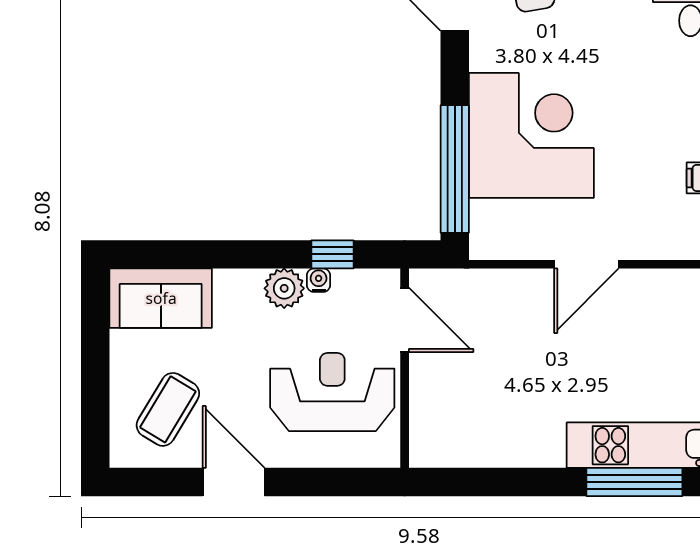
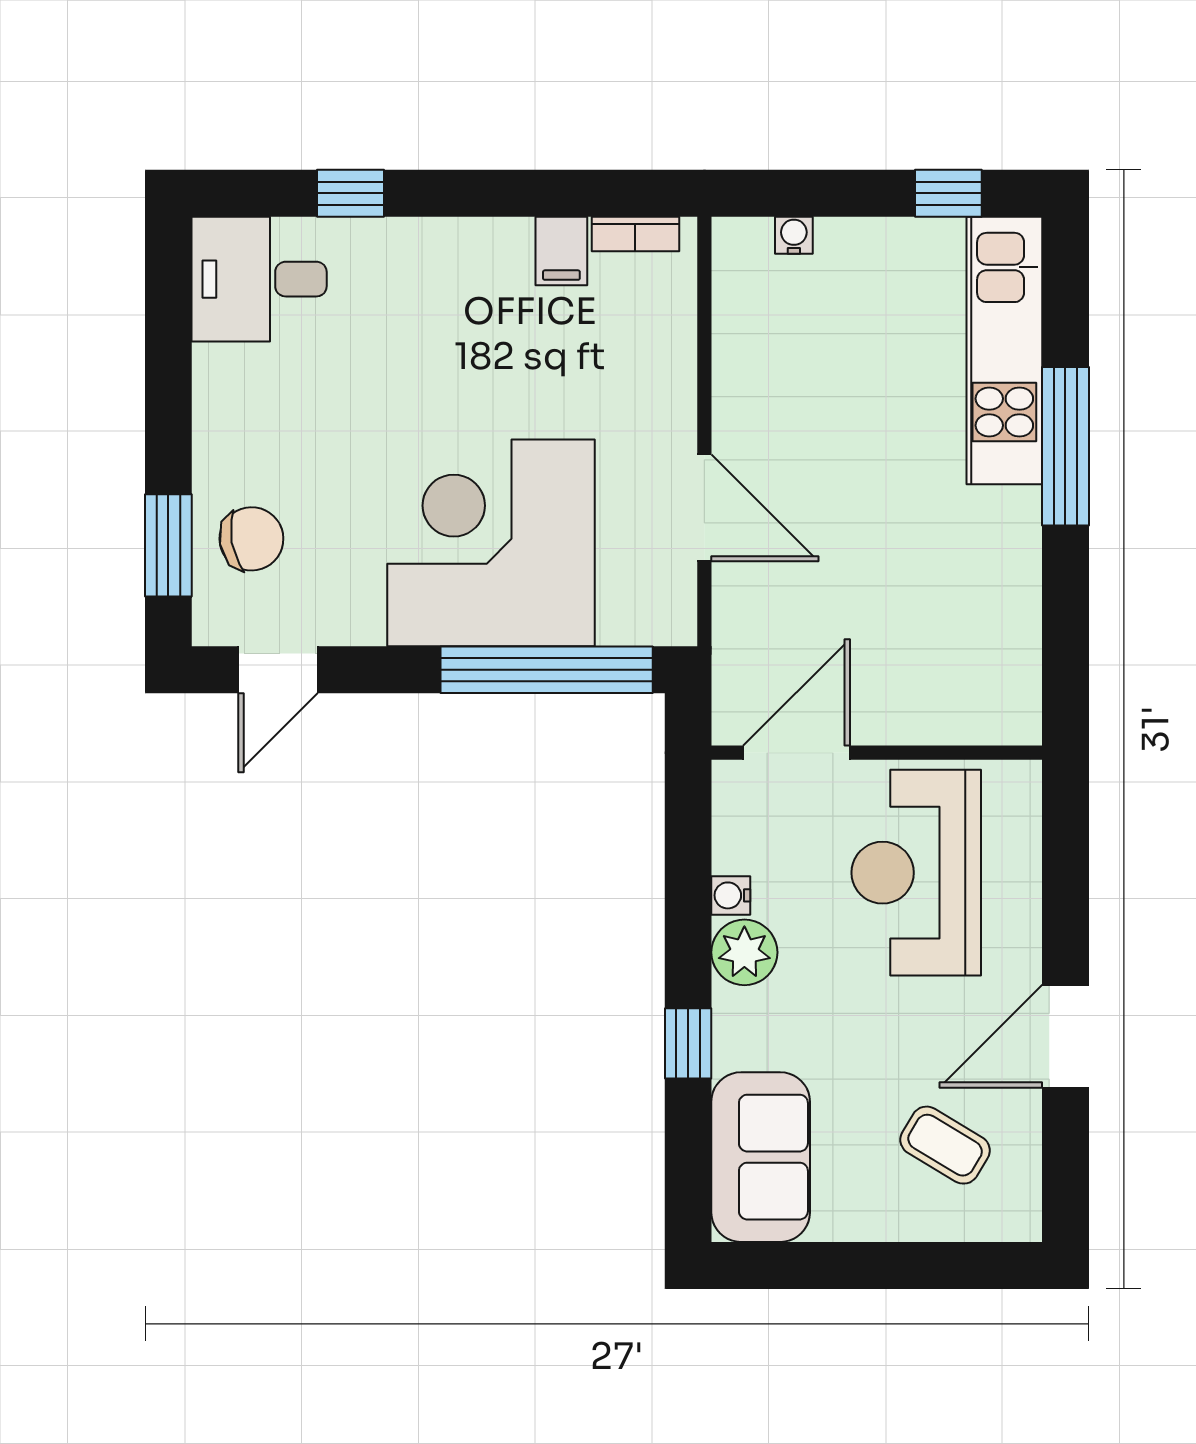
window: (332, 254) -> (688, 1043), moved
door: (586, 264) -> (704, 508), moved
coffee table: (168, 409) -> (945, 1145), width x0.73, depth x0.77
window: (634, 482) -> (1065, 446), moved

